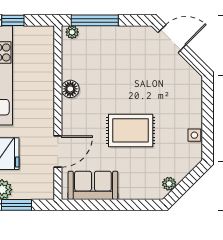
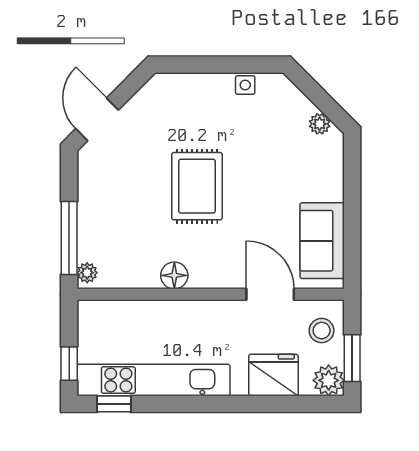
rug: (131, 130) -> (197, 186), moved
stool: (34, 185) -> (322, 331), added

